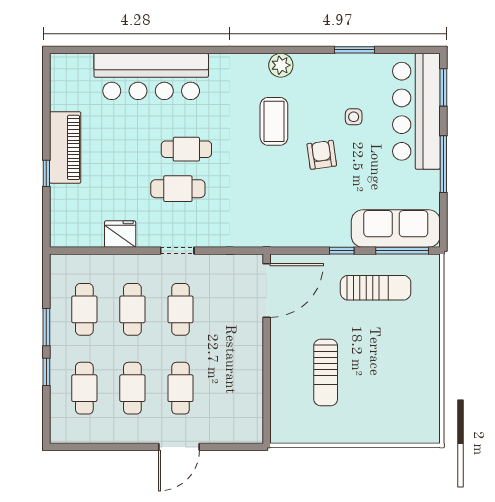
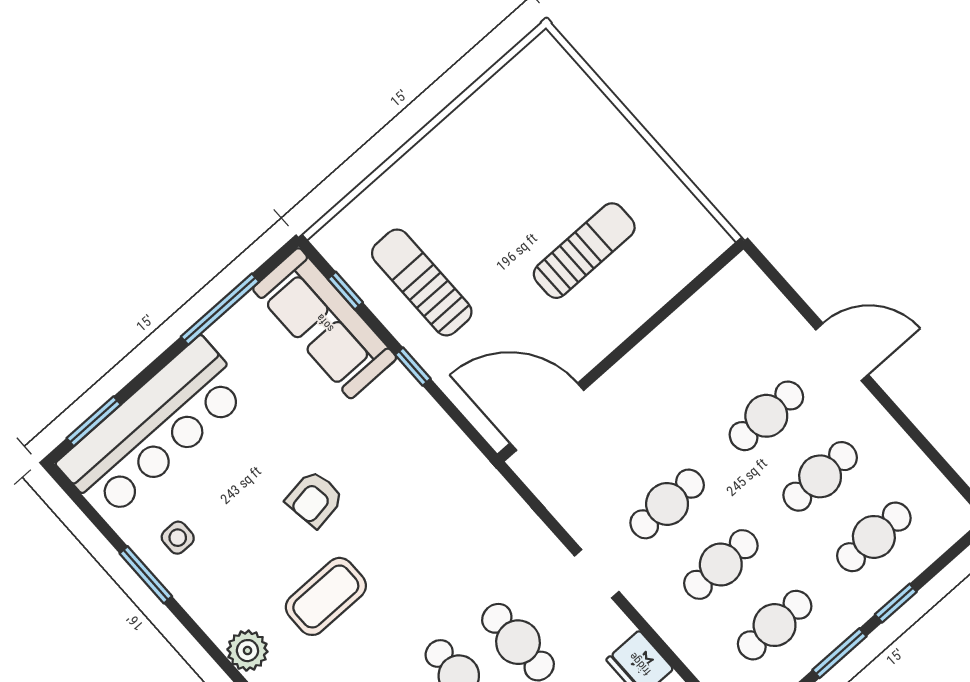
side table: (354, 117) -> (178, 538), moved
window: (443, 164) -> (220, 309), moved
window: (402, 251) -> (345, 291), width x0.46

